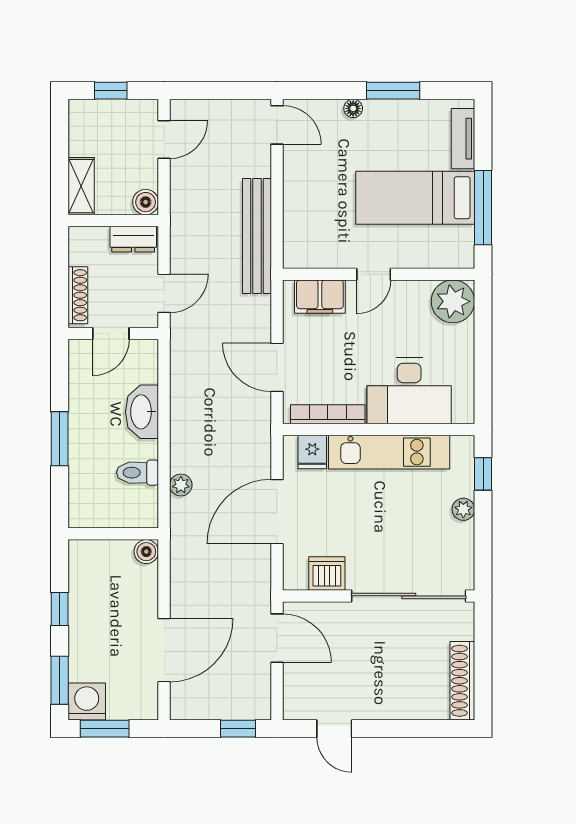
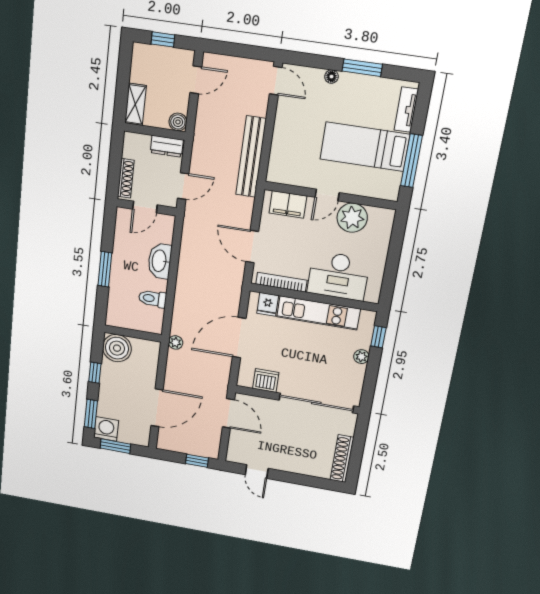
plant: (453, 301) -> (352, 218), moved
plant: (181, 485) -> (176, 342), moved
boiler: (146, 552) -> (117, 348), moved, width x1.86, depth x1.86

